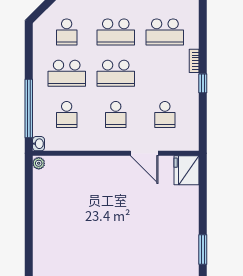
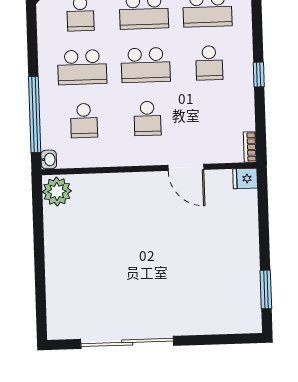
bookcase: (194, 61) -> (250, 147), moved
school desk: (165, 115) -> (209, 63), moved
plant: (39, 163) -> (57, 191), width x1.88, depth x1.88
fridge: (186, 170) -> (245, 179), width x0.53, depth x0.75

